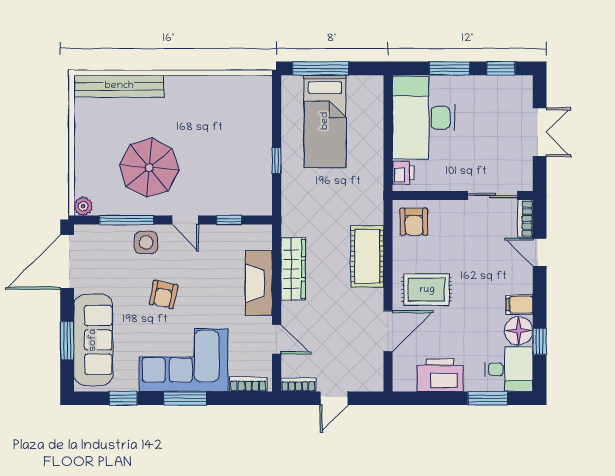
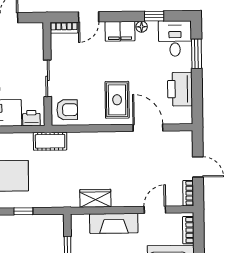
sliding door: (493, 195) -> (47, 78), moved
cot: (367, 256) -> (50, 141), moved, width x0.73, depth x0.75
wardrobe: (293, 269) -> (95, 198), width x0.67
filing cabinet: (520, 305) -> (120, 31), width x2.00
floor lamp: (519, 331) -> (142, 27), width x0.53, depth x0.53

